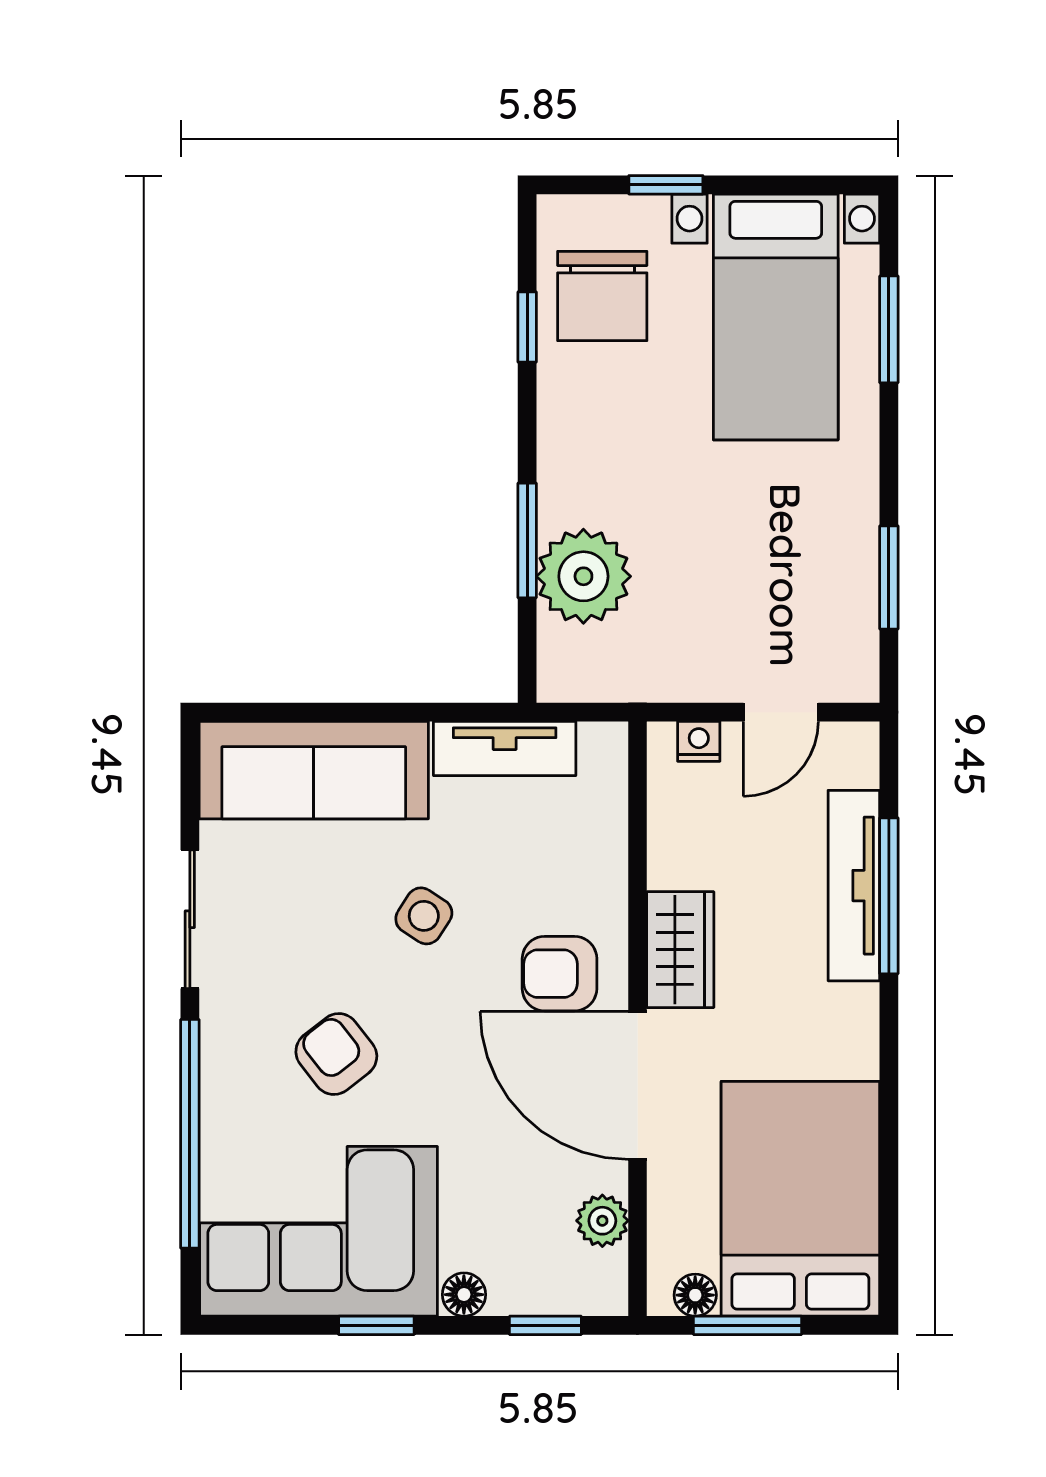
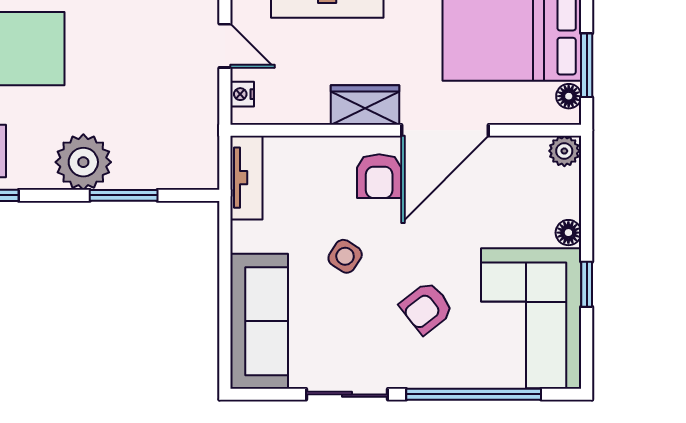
plant: (583, 576) -> (83, 162), moved
tv unit: (505, 749) -> (246, 178), moved
plant: (602, 1221) -> (564, 151), moved
window: (545, 1325) -> (587, 185), removed

